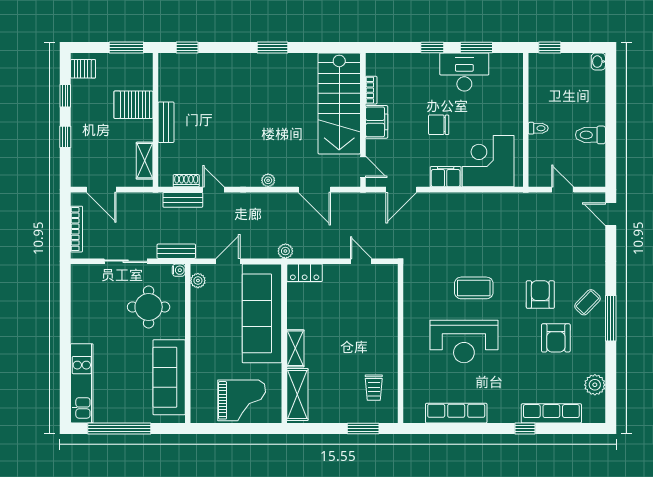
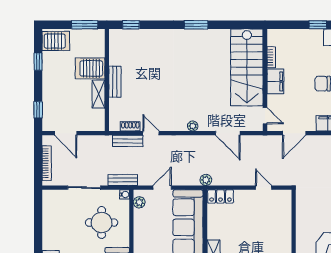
server rack: (83, 69) -> (56, 41), width x1.36, depth x1.44
window: (65, 137) -> (38, 110), moved
shelving: (145, 161) -> (99, 94), moved

